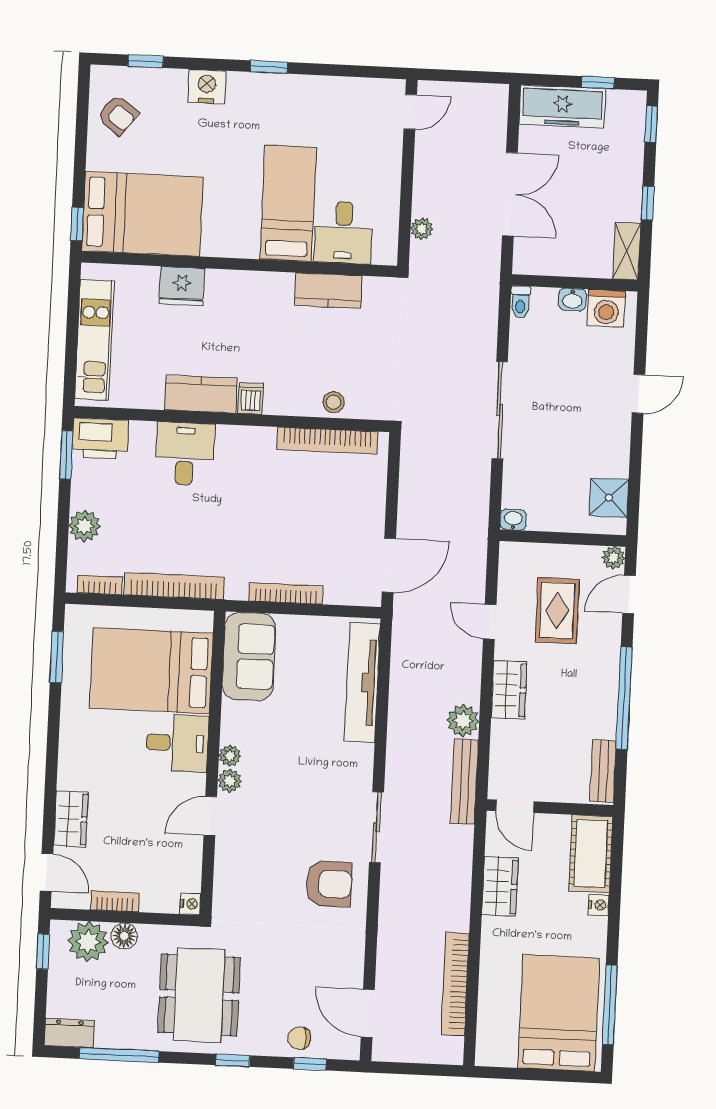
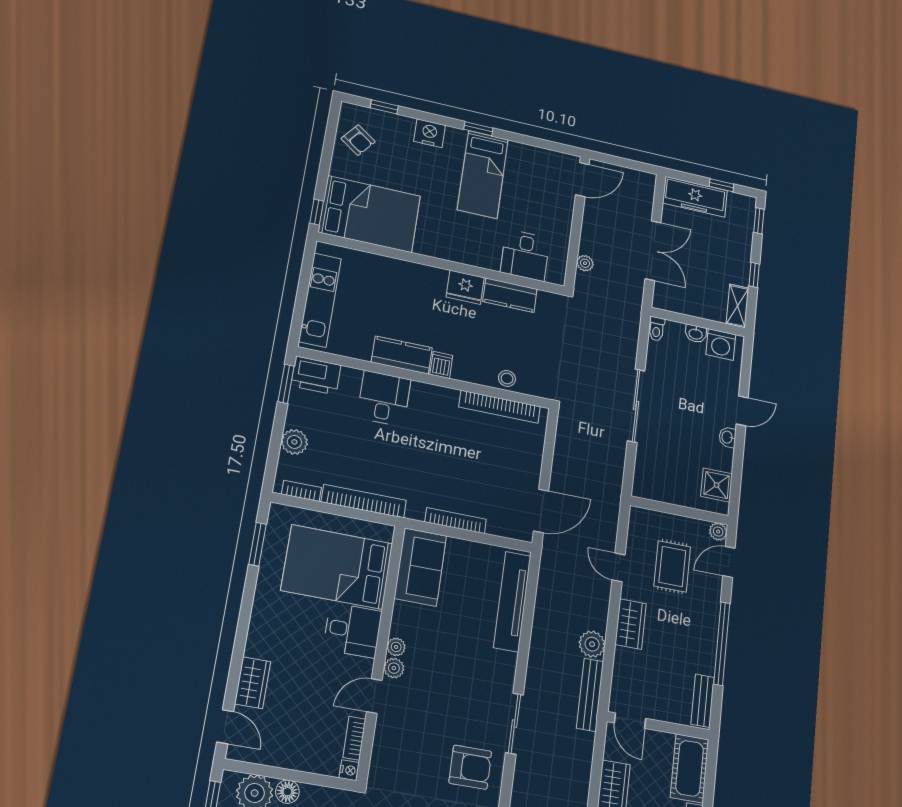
door: (410, 112) -> (582, 180), width x1.38
bed: (288, 203) -> (483, 174), moved, turned 180
fridge: (182, 286) -> (465, 287), moved
washbasin: (513, 520) -> (727, 437), moved, turned -90
bookcase: (115, 901) -> (354, 738), moved, turned -90

